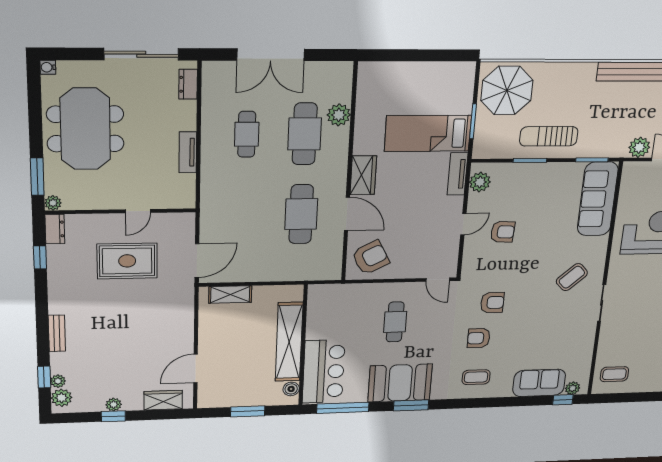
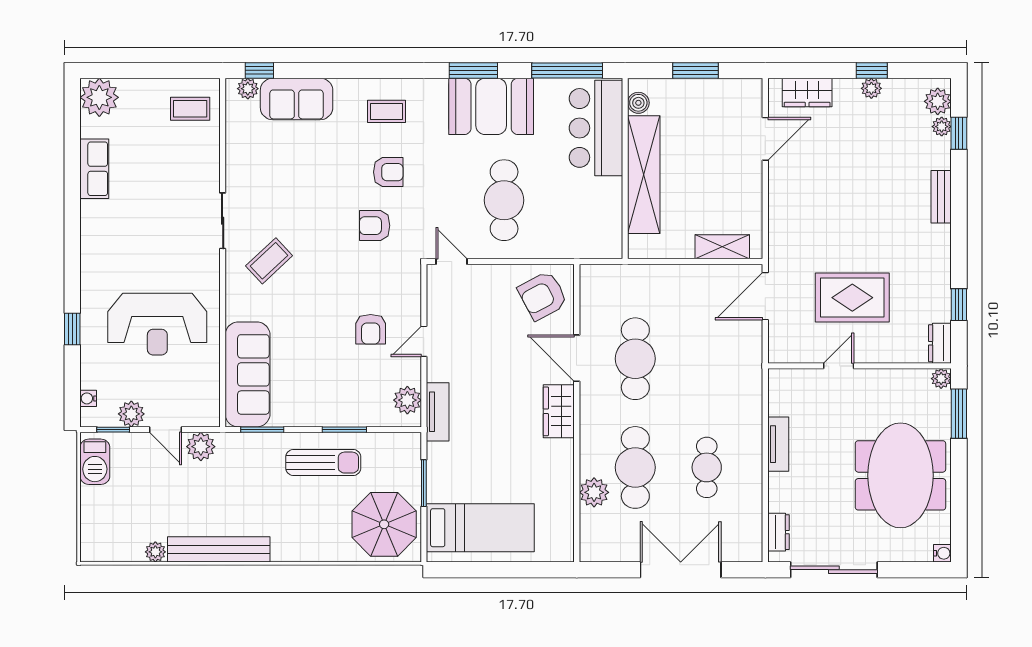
bed: (428, 133) -> (480, 528), moved
armchair: (503, 232) -> (371, 329), turned -93
cafe table: (395, 322) -> (504, 200), width x1.37, depth x1.35

